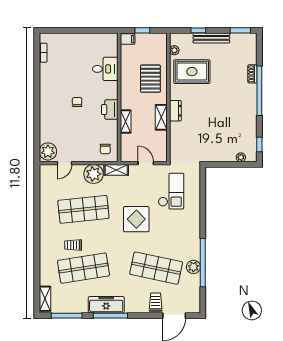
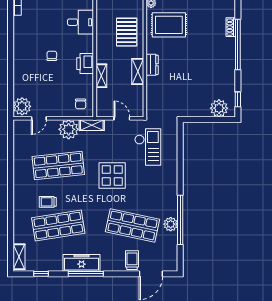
plant: (241, 157) -> (219, 108), width x1.87, depth x1.87
window: (67, 316) -> (41, 274), width x0.46

